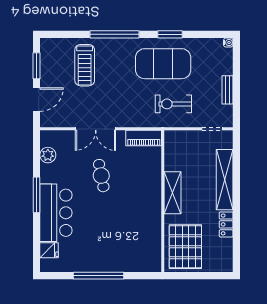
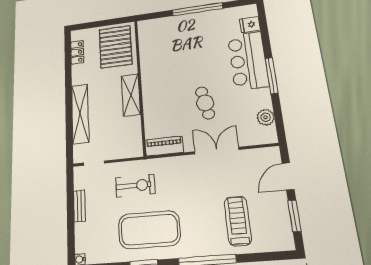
locker: (226, 224) -> (77, 52), moved

